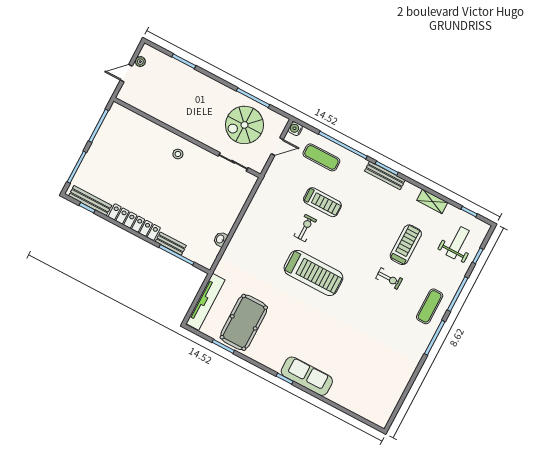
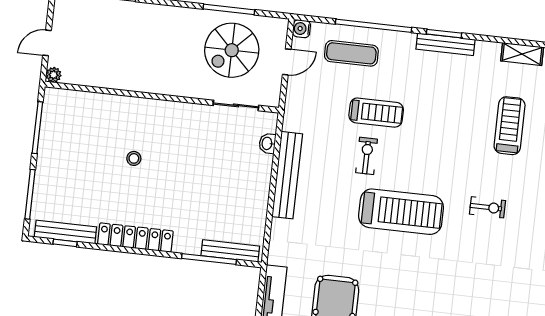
plant: (140, 62) -> (54, 75), moved
stool: (178, 154) -> (134, 158), moved
bench: (249, 220) -> (287, 175), added
washbasin: (220, 239) -> (267, 143), moved
bench: (171, 244) -> (230, 251), moved, width x1.36
exercise bike: (389, 279) -> (488, 207), moved

